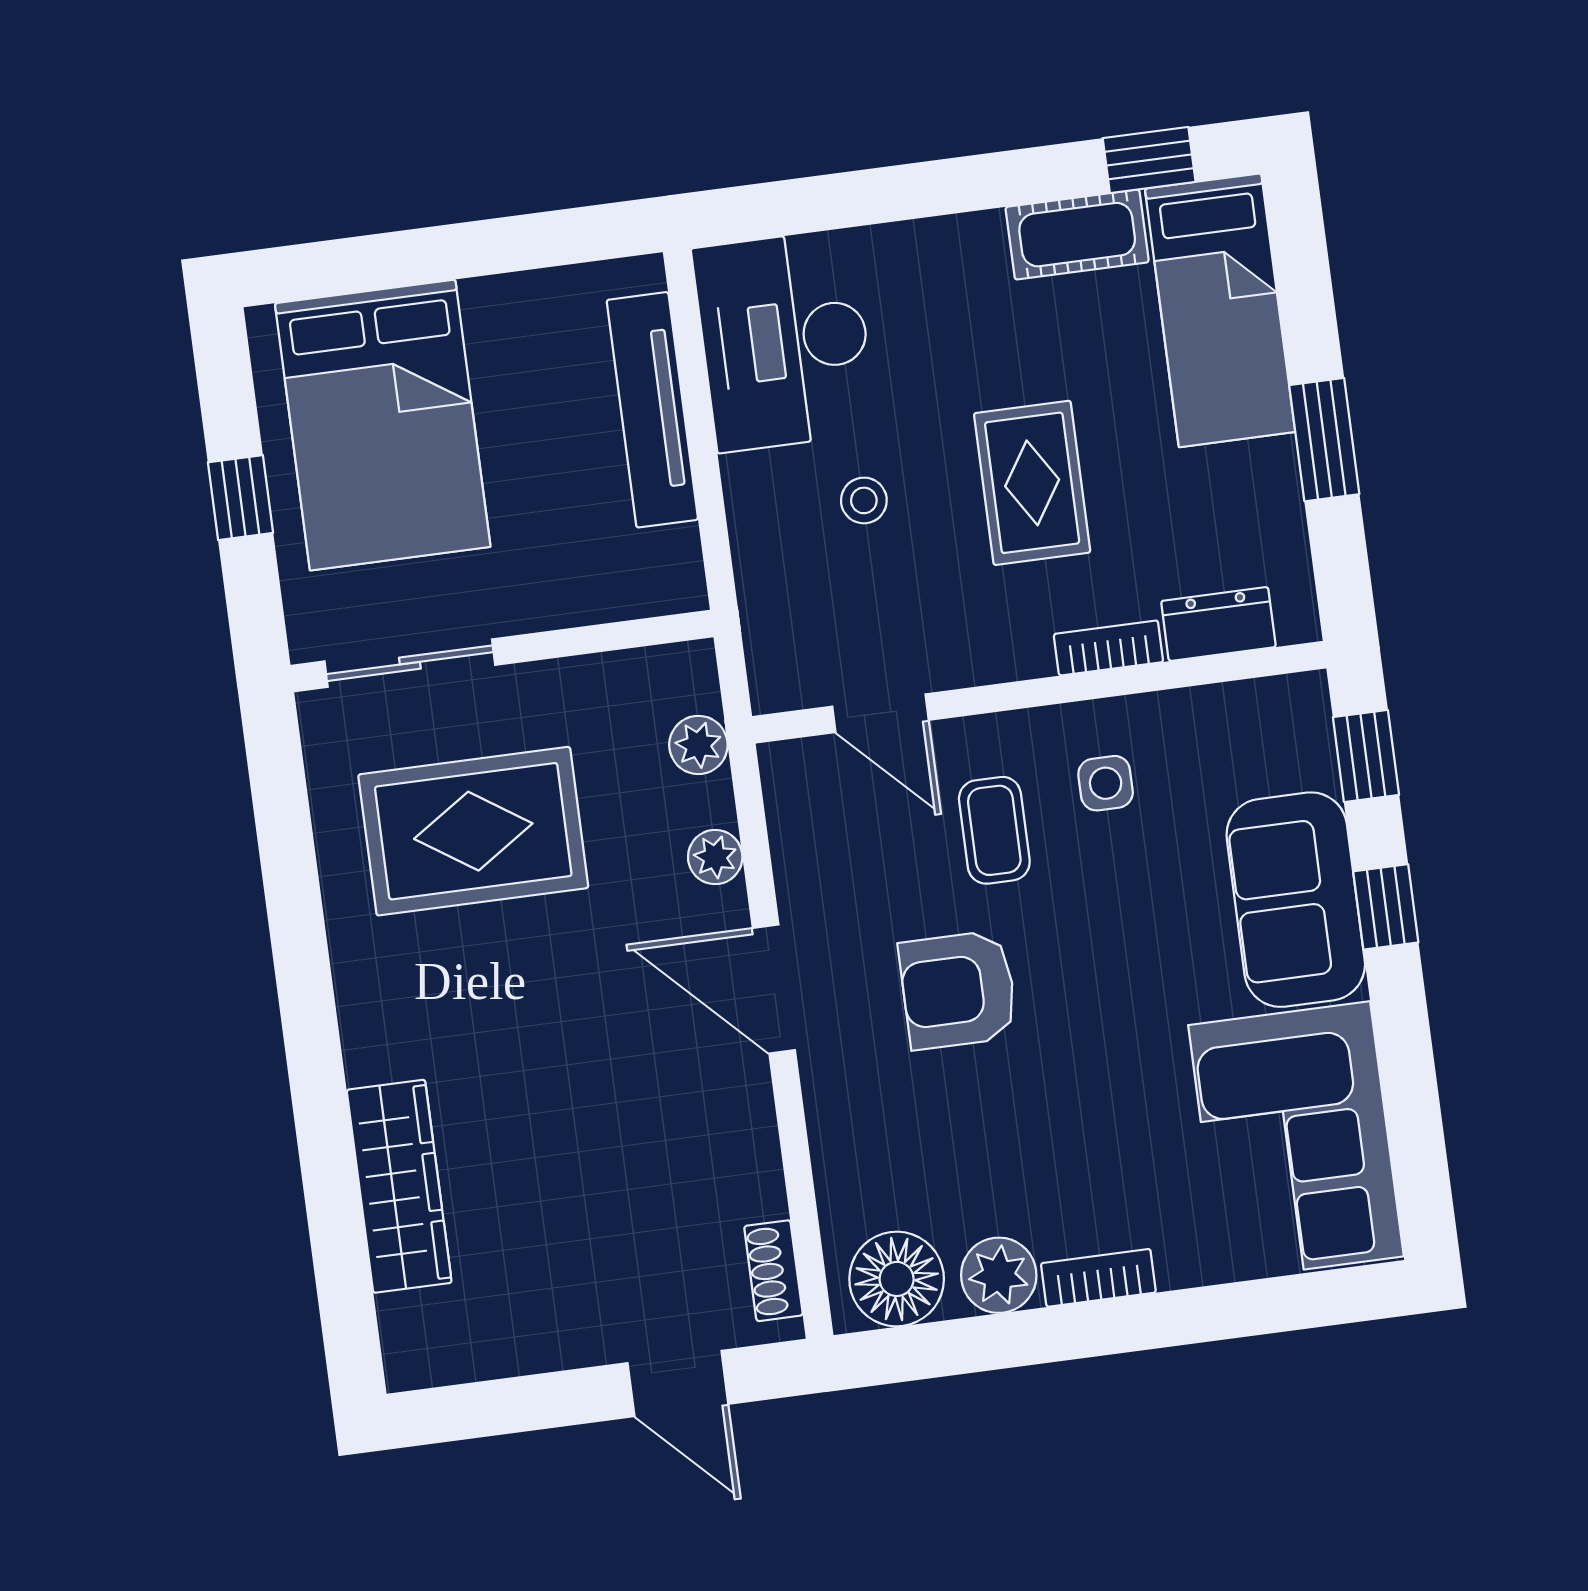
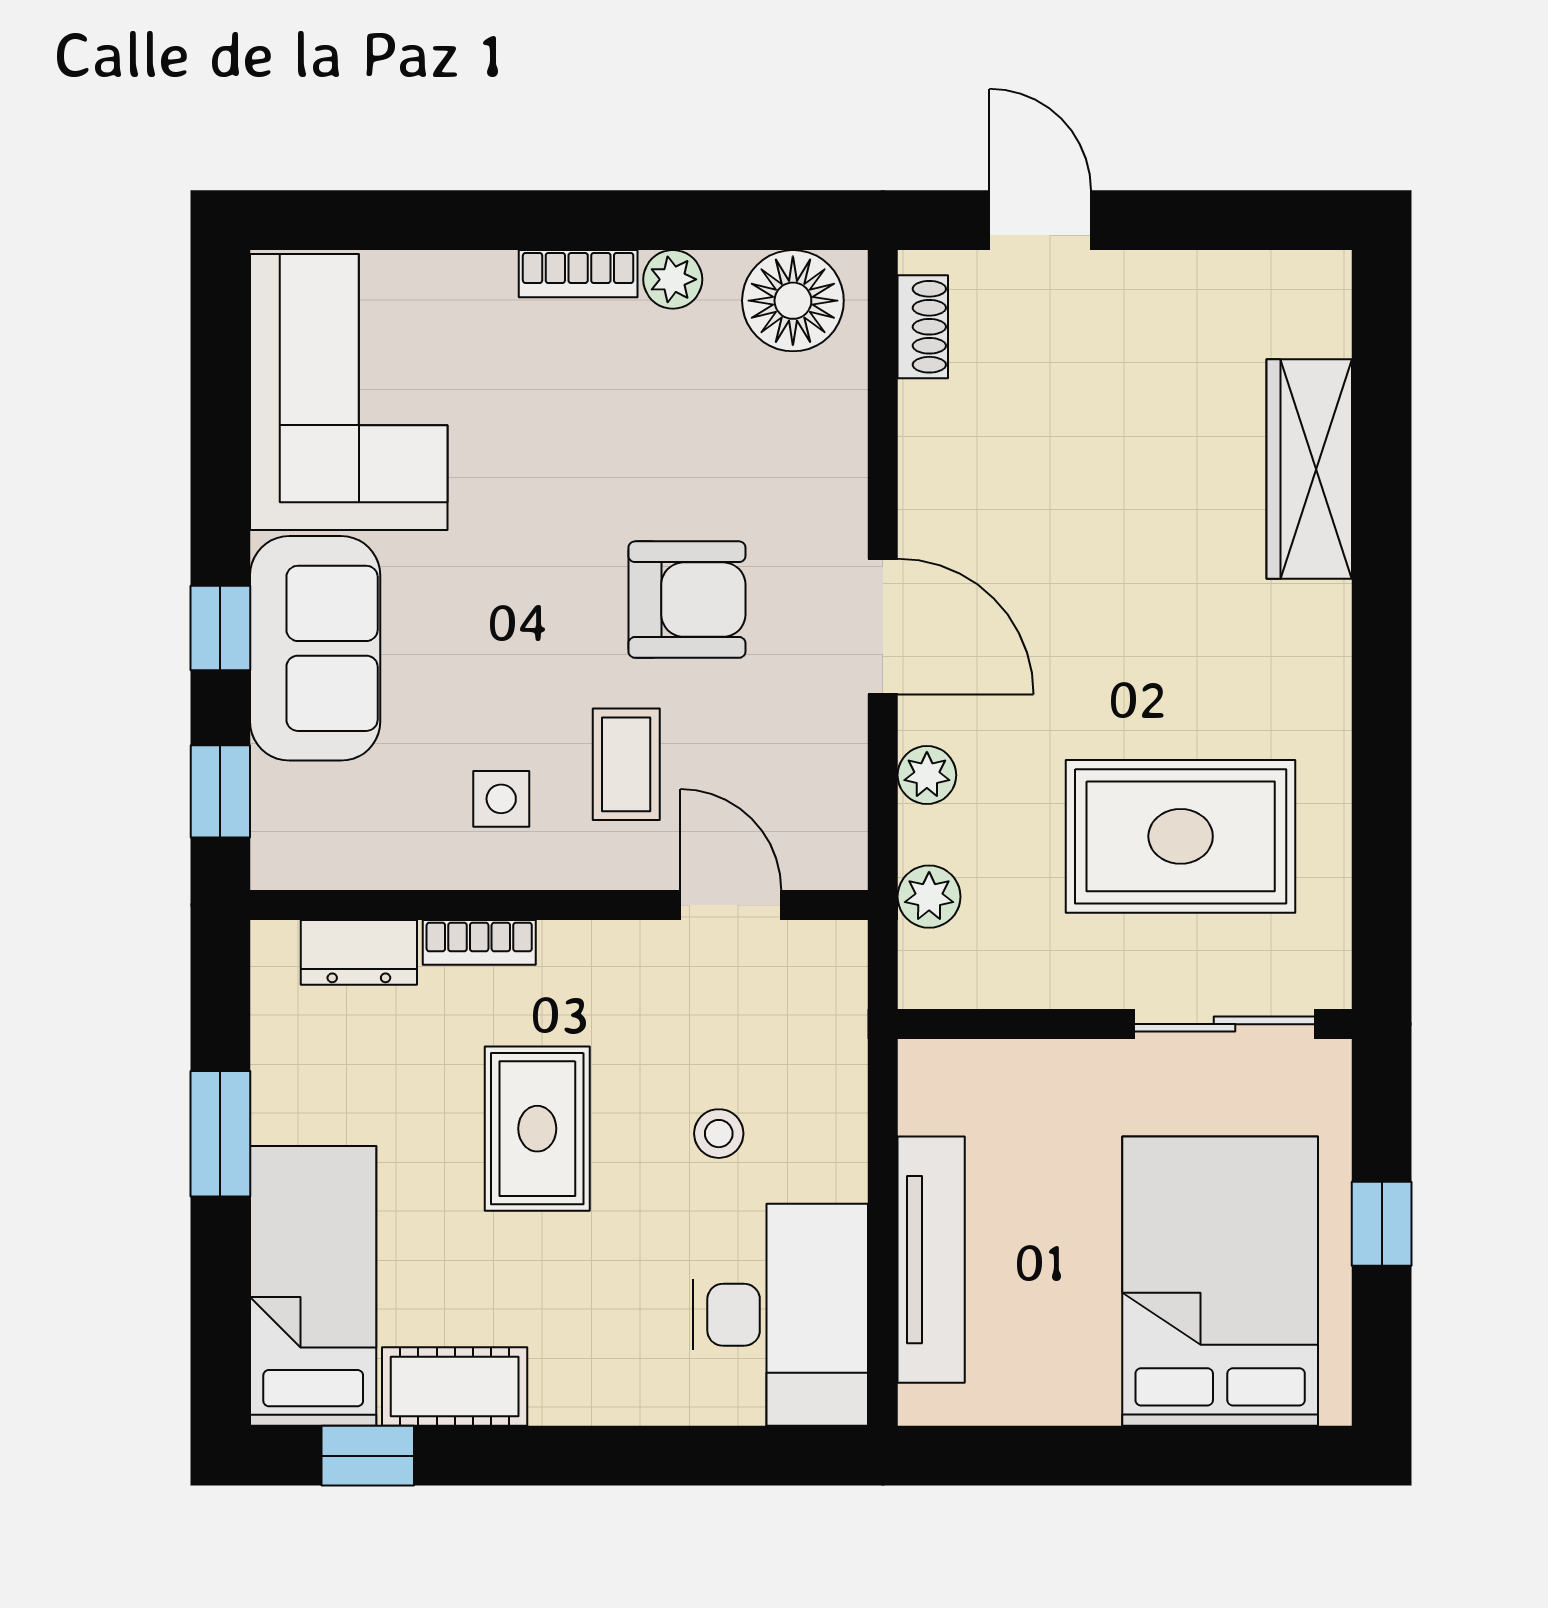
plant: (999, 1275) -> (673, 279), width x0.73, depth x0.73

